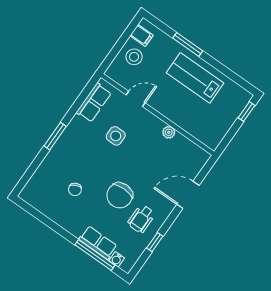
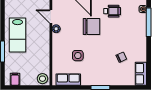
stool: (134, 57) -> (42, 79), moved
door: (136, 99) -> (51, 17), moved
chair: (120, 195) -> (91, 26), moved
row of seats: (98, 243) -> (141, 74), moved

